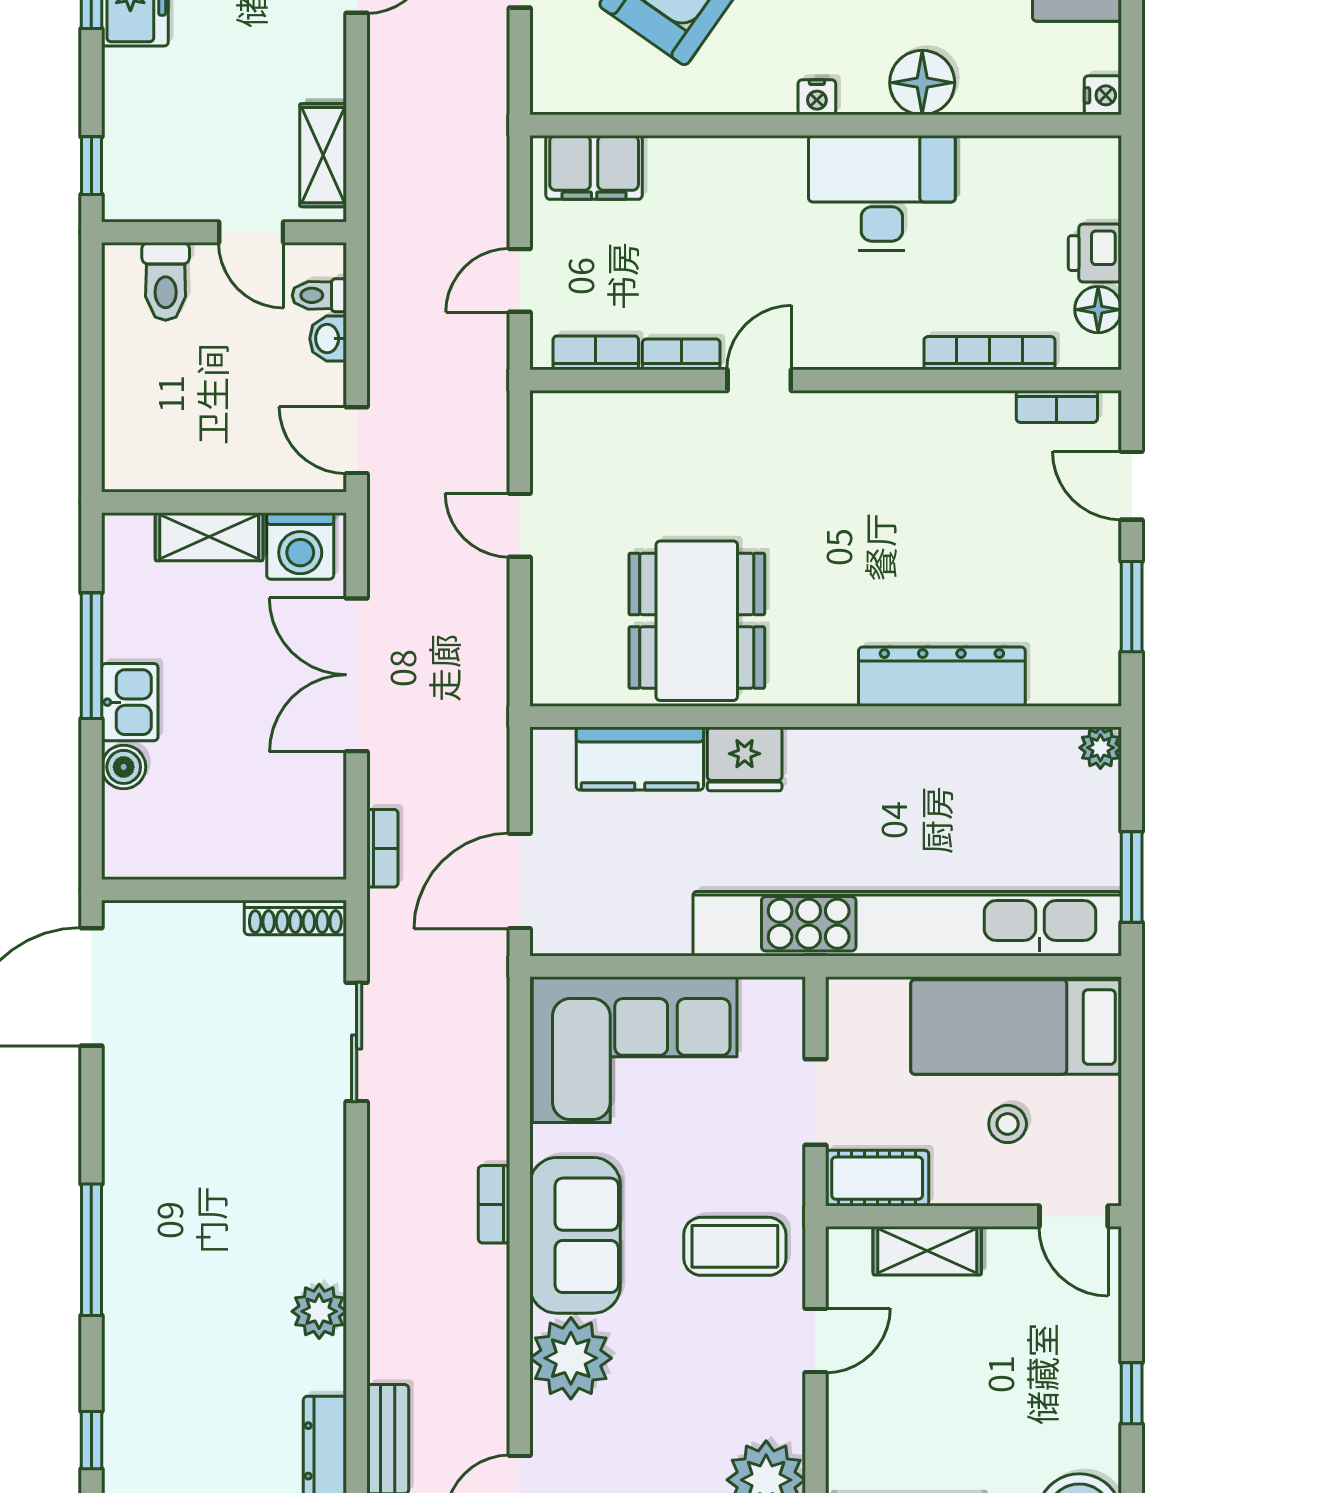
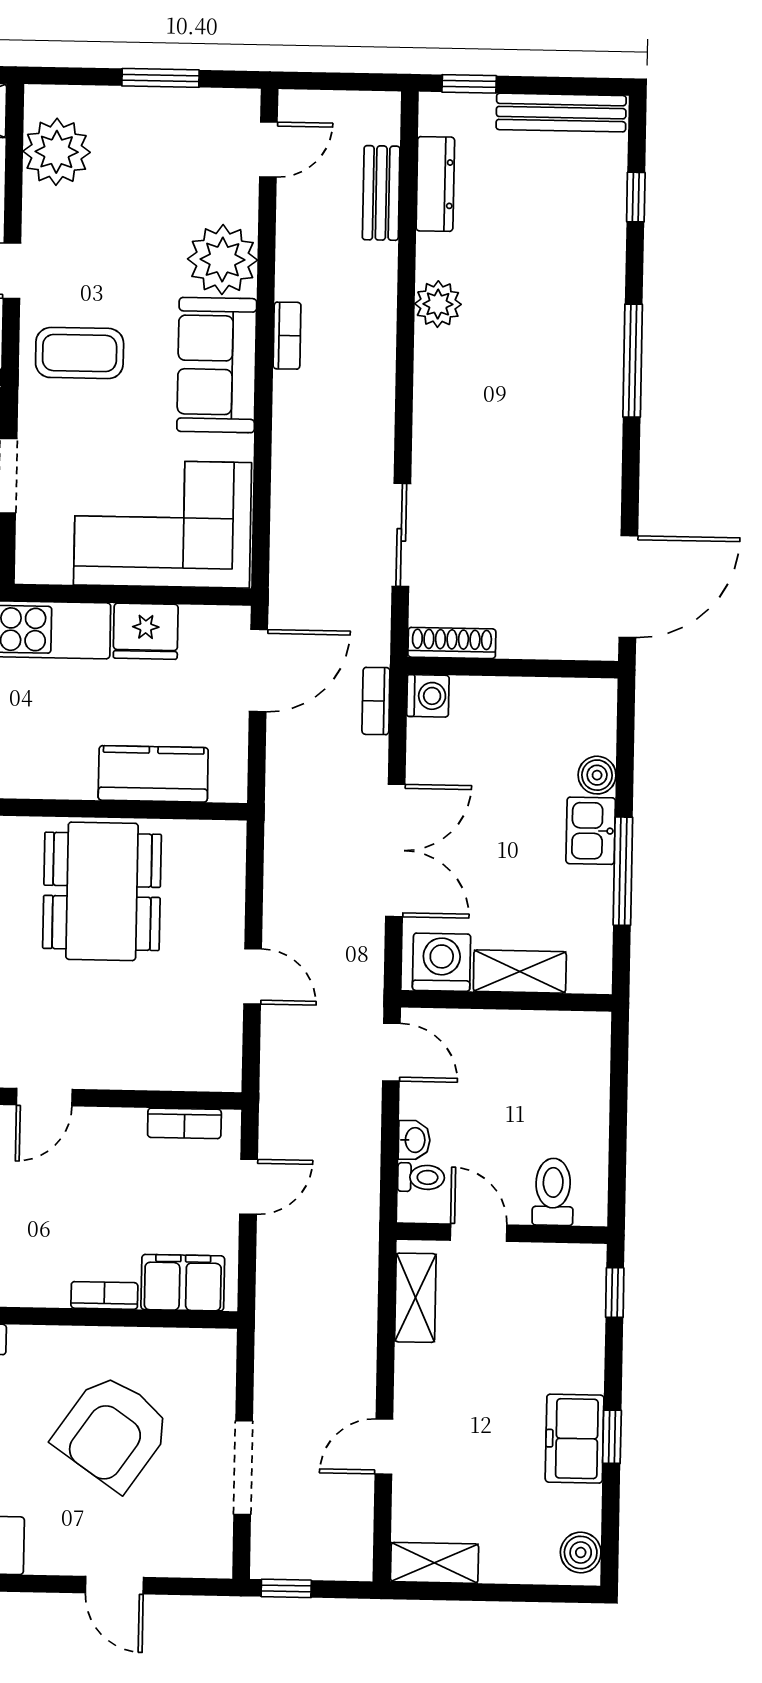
bookcase: (681, 354) -> (104, 1295), moved, turned 180
fridge: (745, 759) -> (146, 631), moved, turned 180
washing machine: (322, 855) -> (428, 696), added
bookcase: (494, 1204) -> (287, 336), moved

